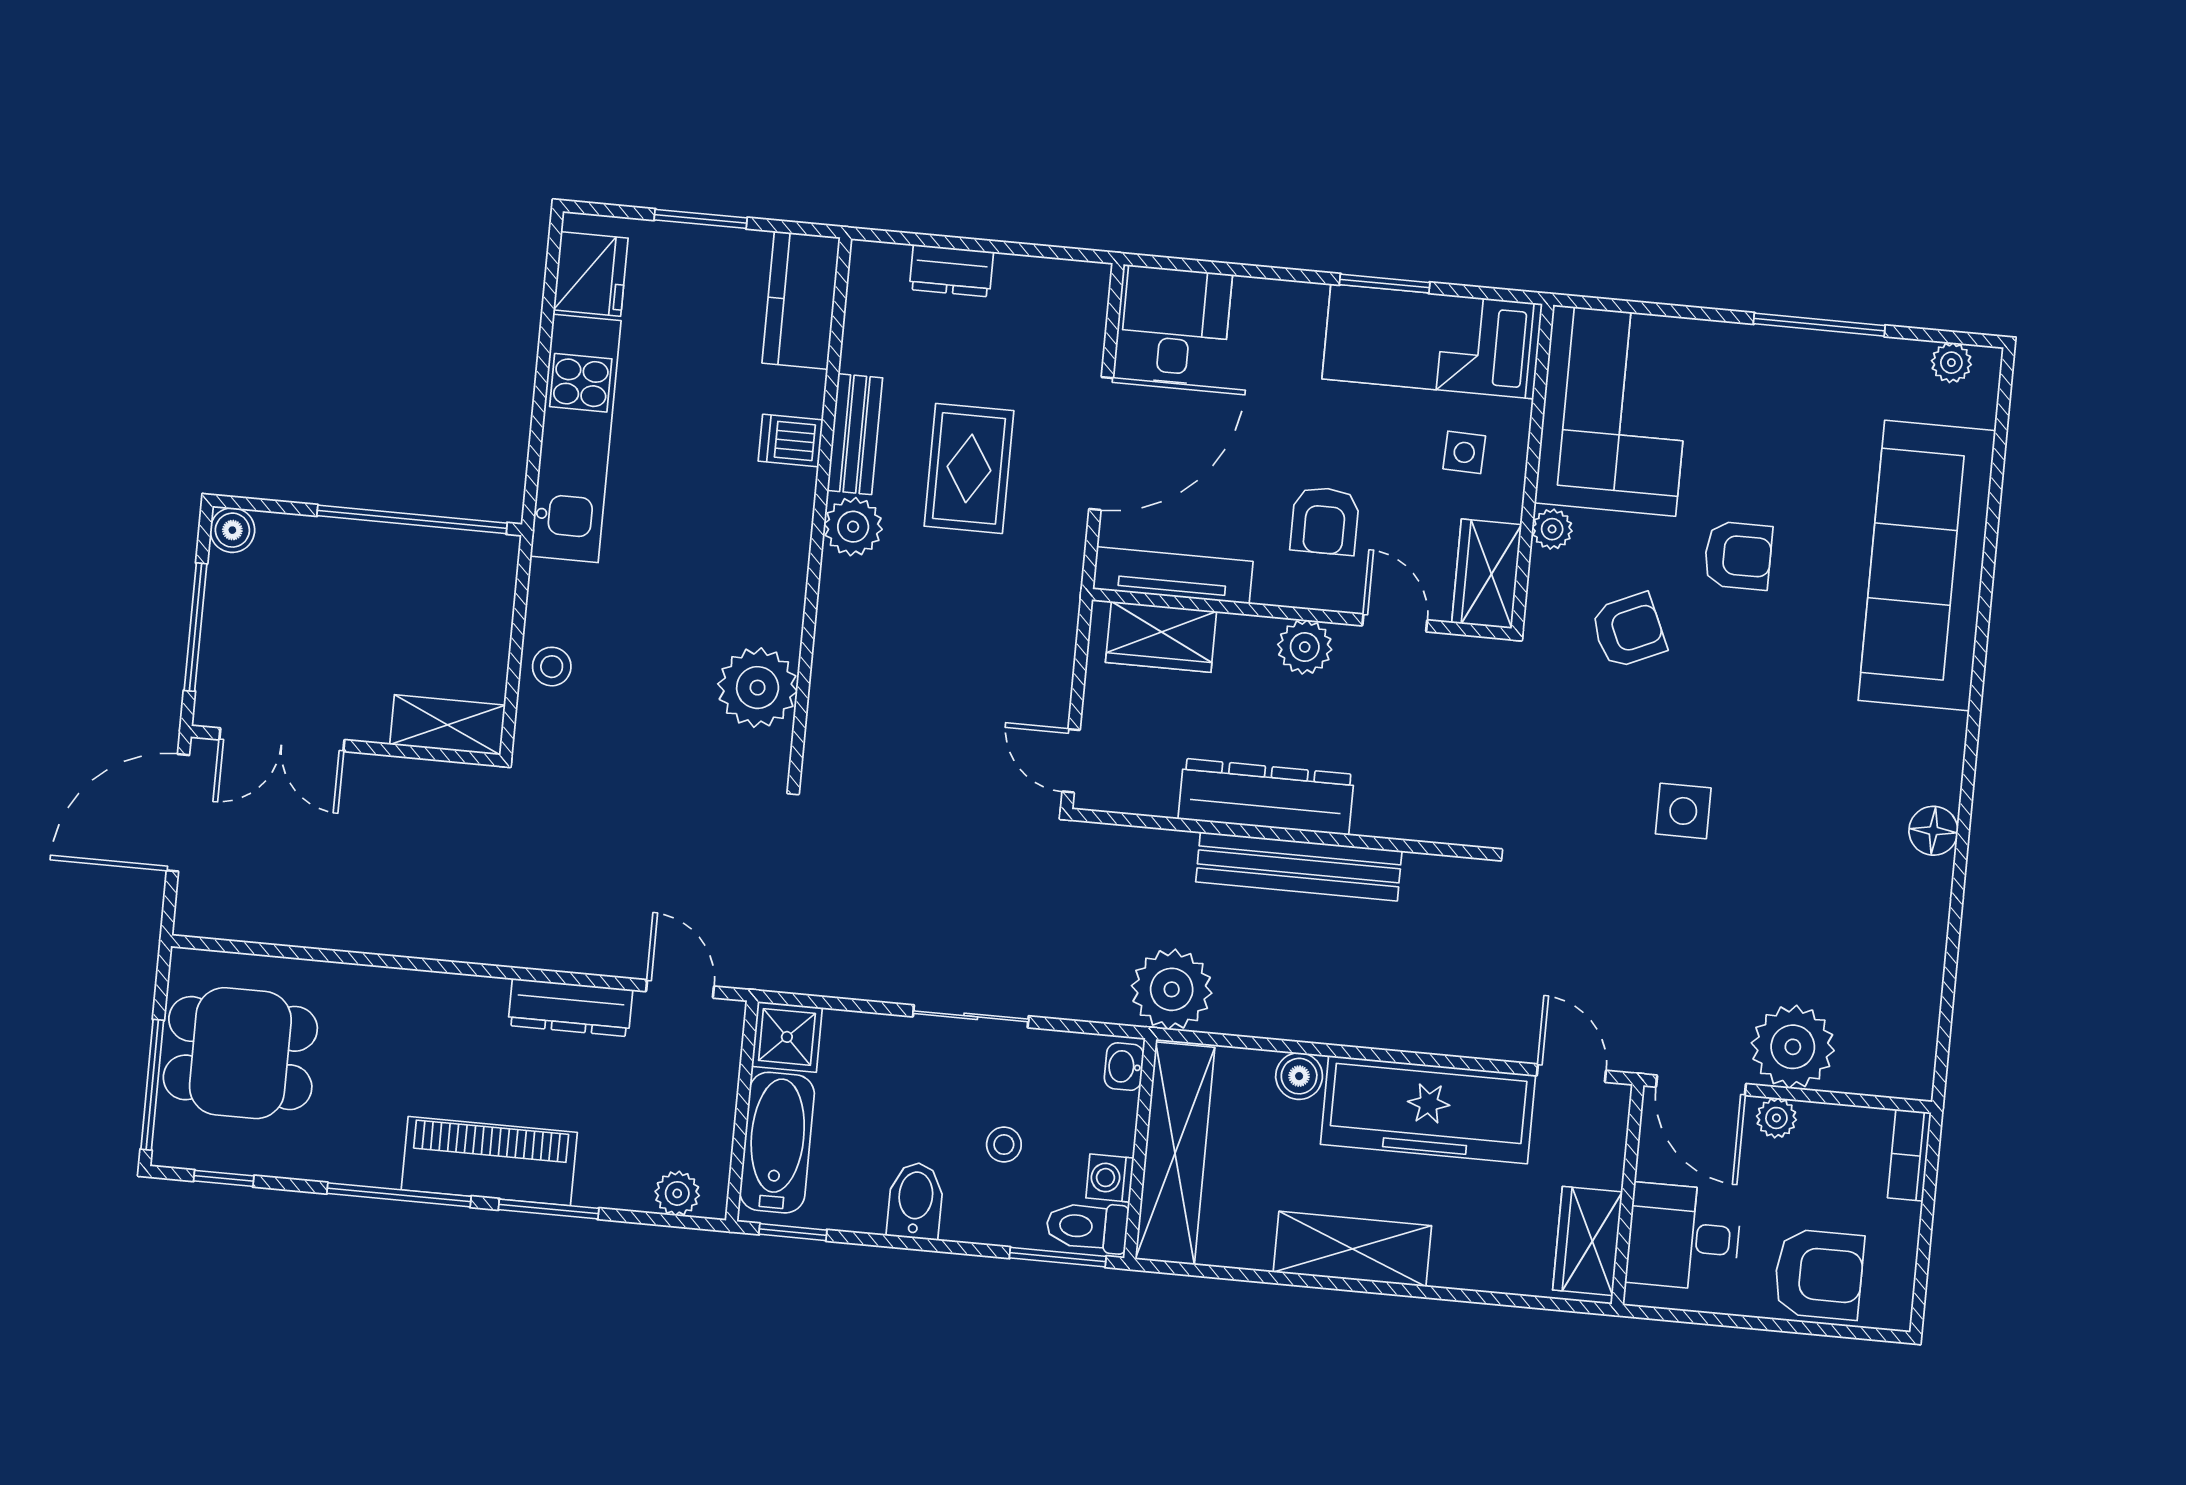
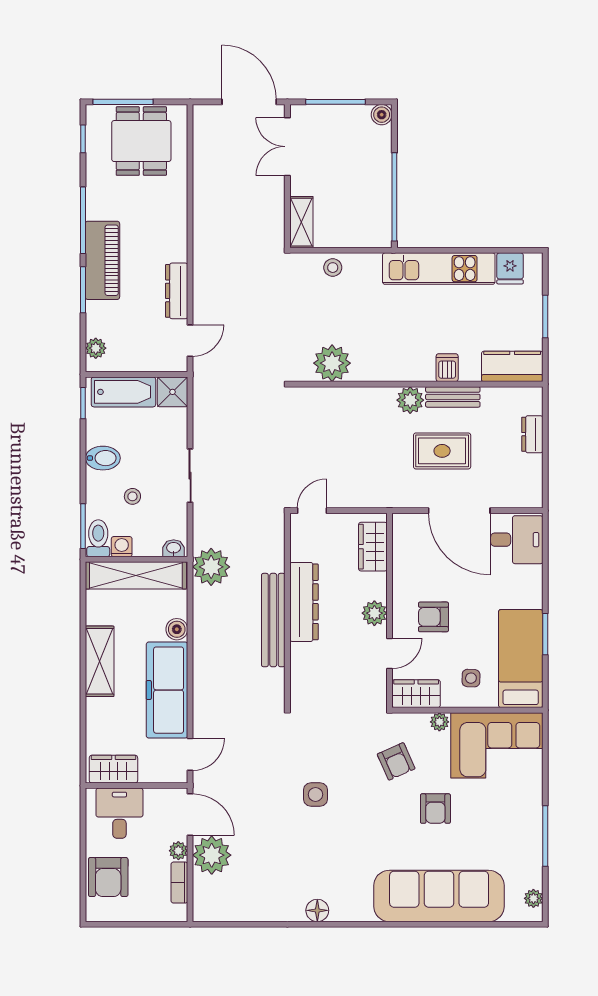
fridge: (591, 274) -> (510, 268), width x0.72
tv unit: (1173, 575) -> (402, 549), removed
door: (1701, 1085) -> (190, 815), swing flipped
bookcase: (1909, 1155) -> (179, 883), moved, turned -90

